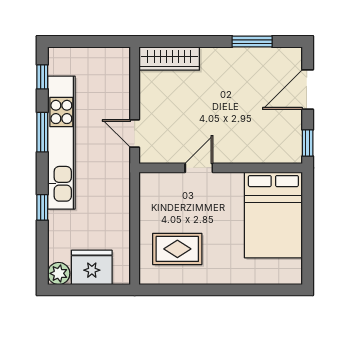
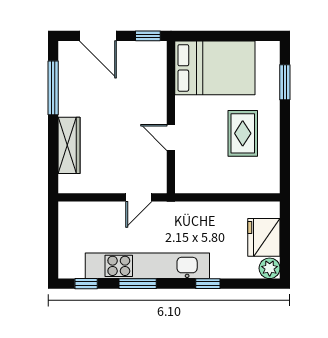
window: (252, 42) -> (53, 88), width x1.44
wardrobe: (169, 59) -> (69, 145), moved
rug: (177, 249) -> (243, 133), moved
window: (258, 290) -> (285, 82), added

